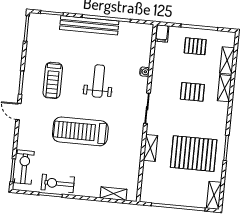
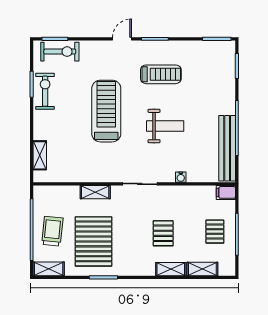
bench: (89, 25) -> (227, 148), moved
treadmill: (53, 80) -> (161, 74), turned 180
trolley: (181, 189) -> (52, 231), added

